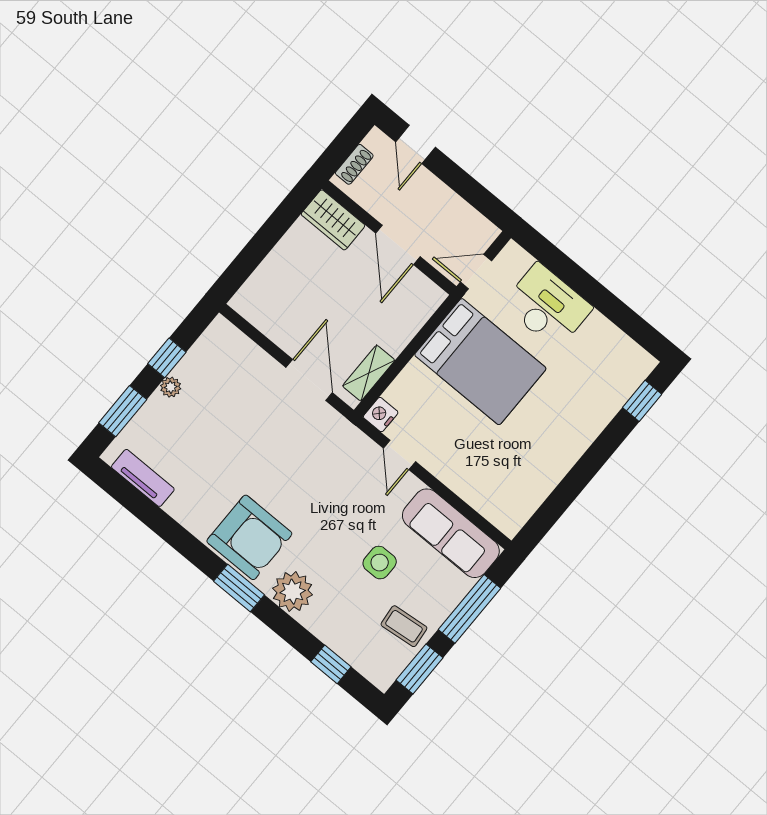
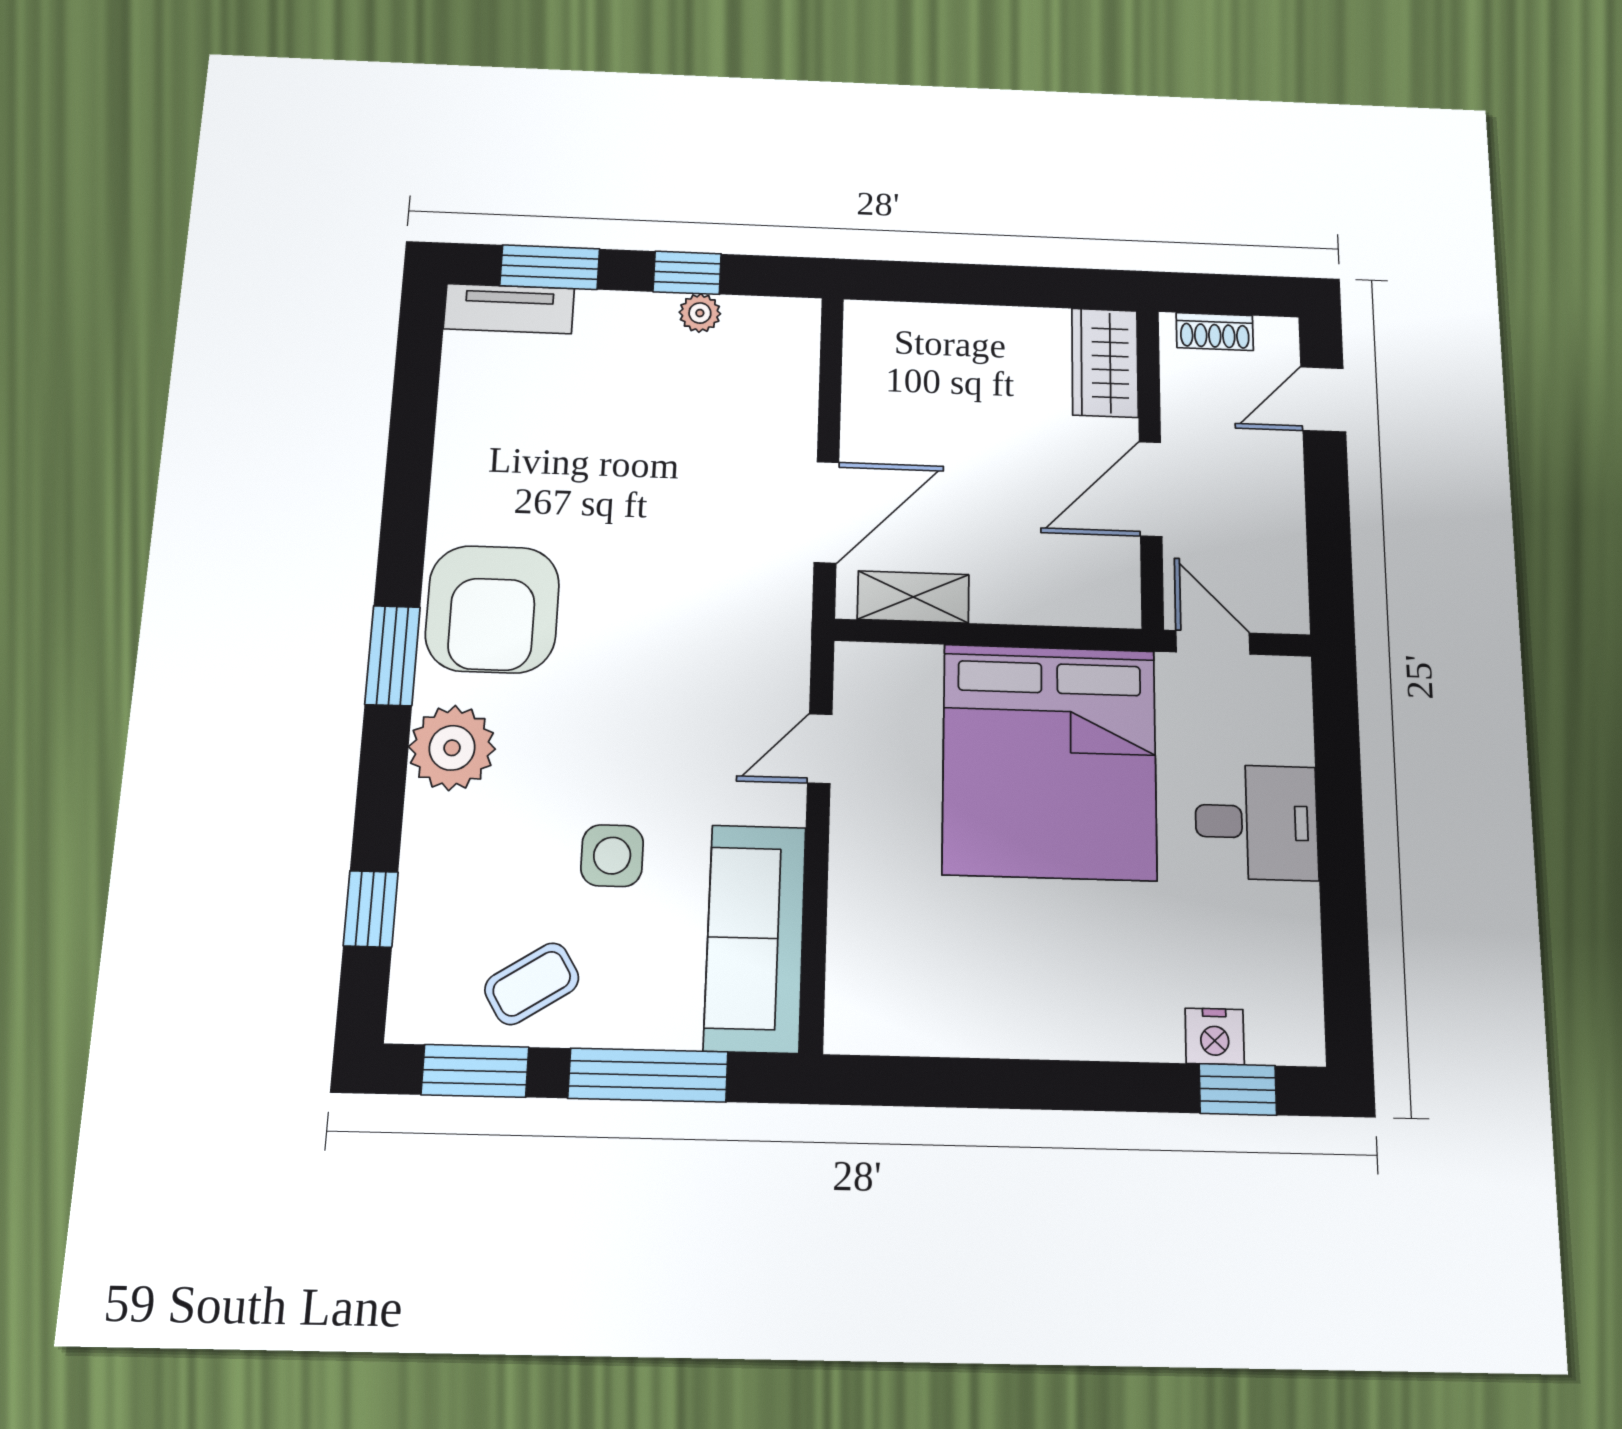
desk: (547, 306) -> (1256, 822), width x0.73
bed: (480, 362) -> (1050, 761), width x1.36
plant: (171, 387) -> (700, 313), moved
nightstand: (381, 415) -> (1215, 1036), moved, turned 180
tv unit: (143, 478) -> (509, 309), moved, turned 90
coffee table: (404, 626) -> (532, 984), turned 64

